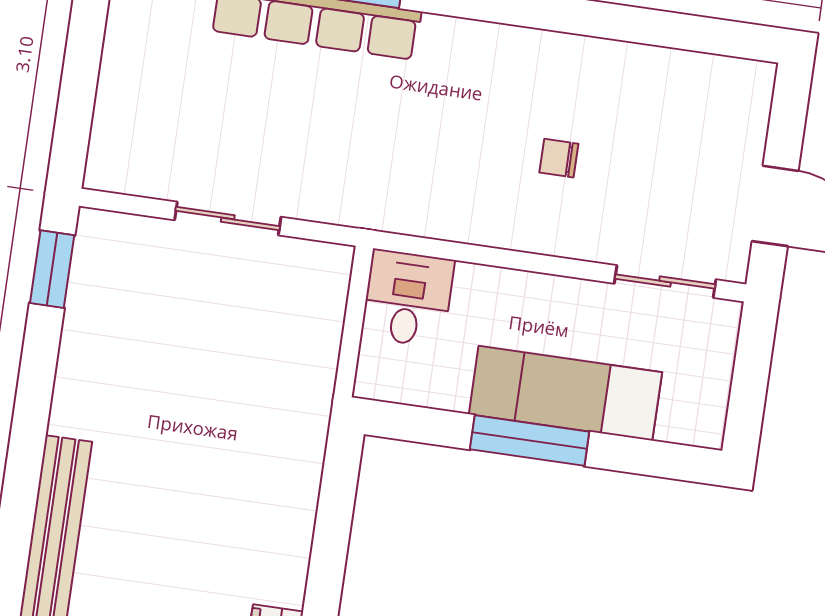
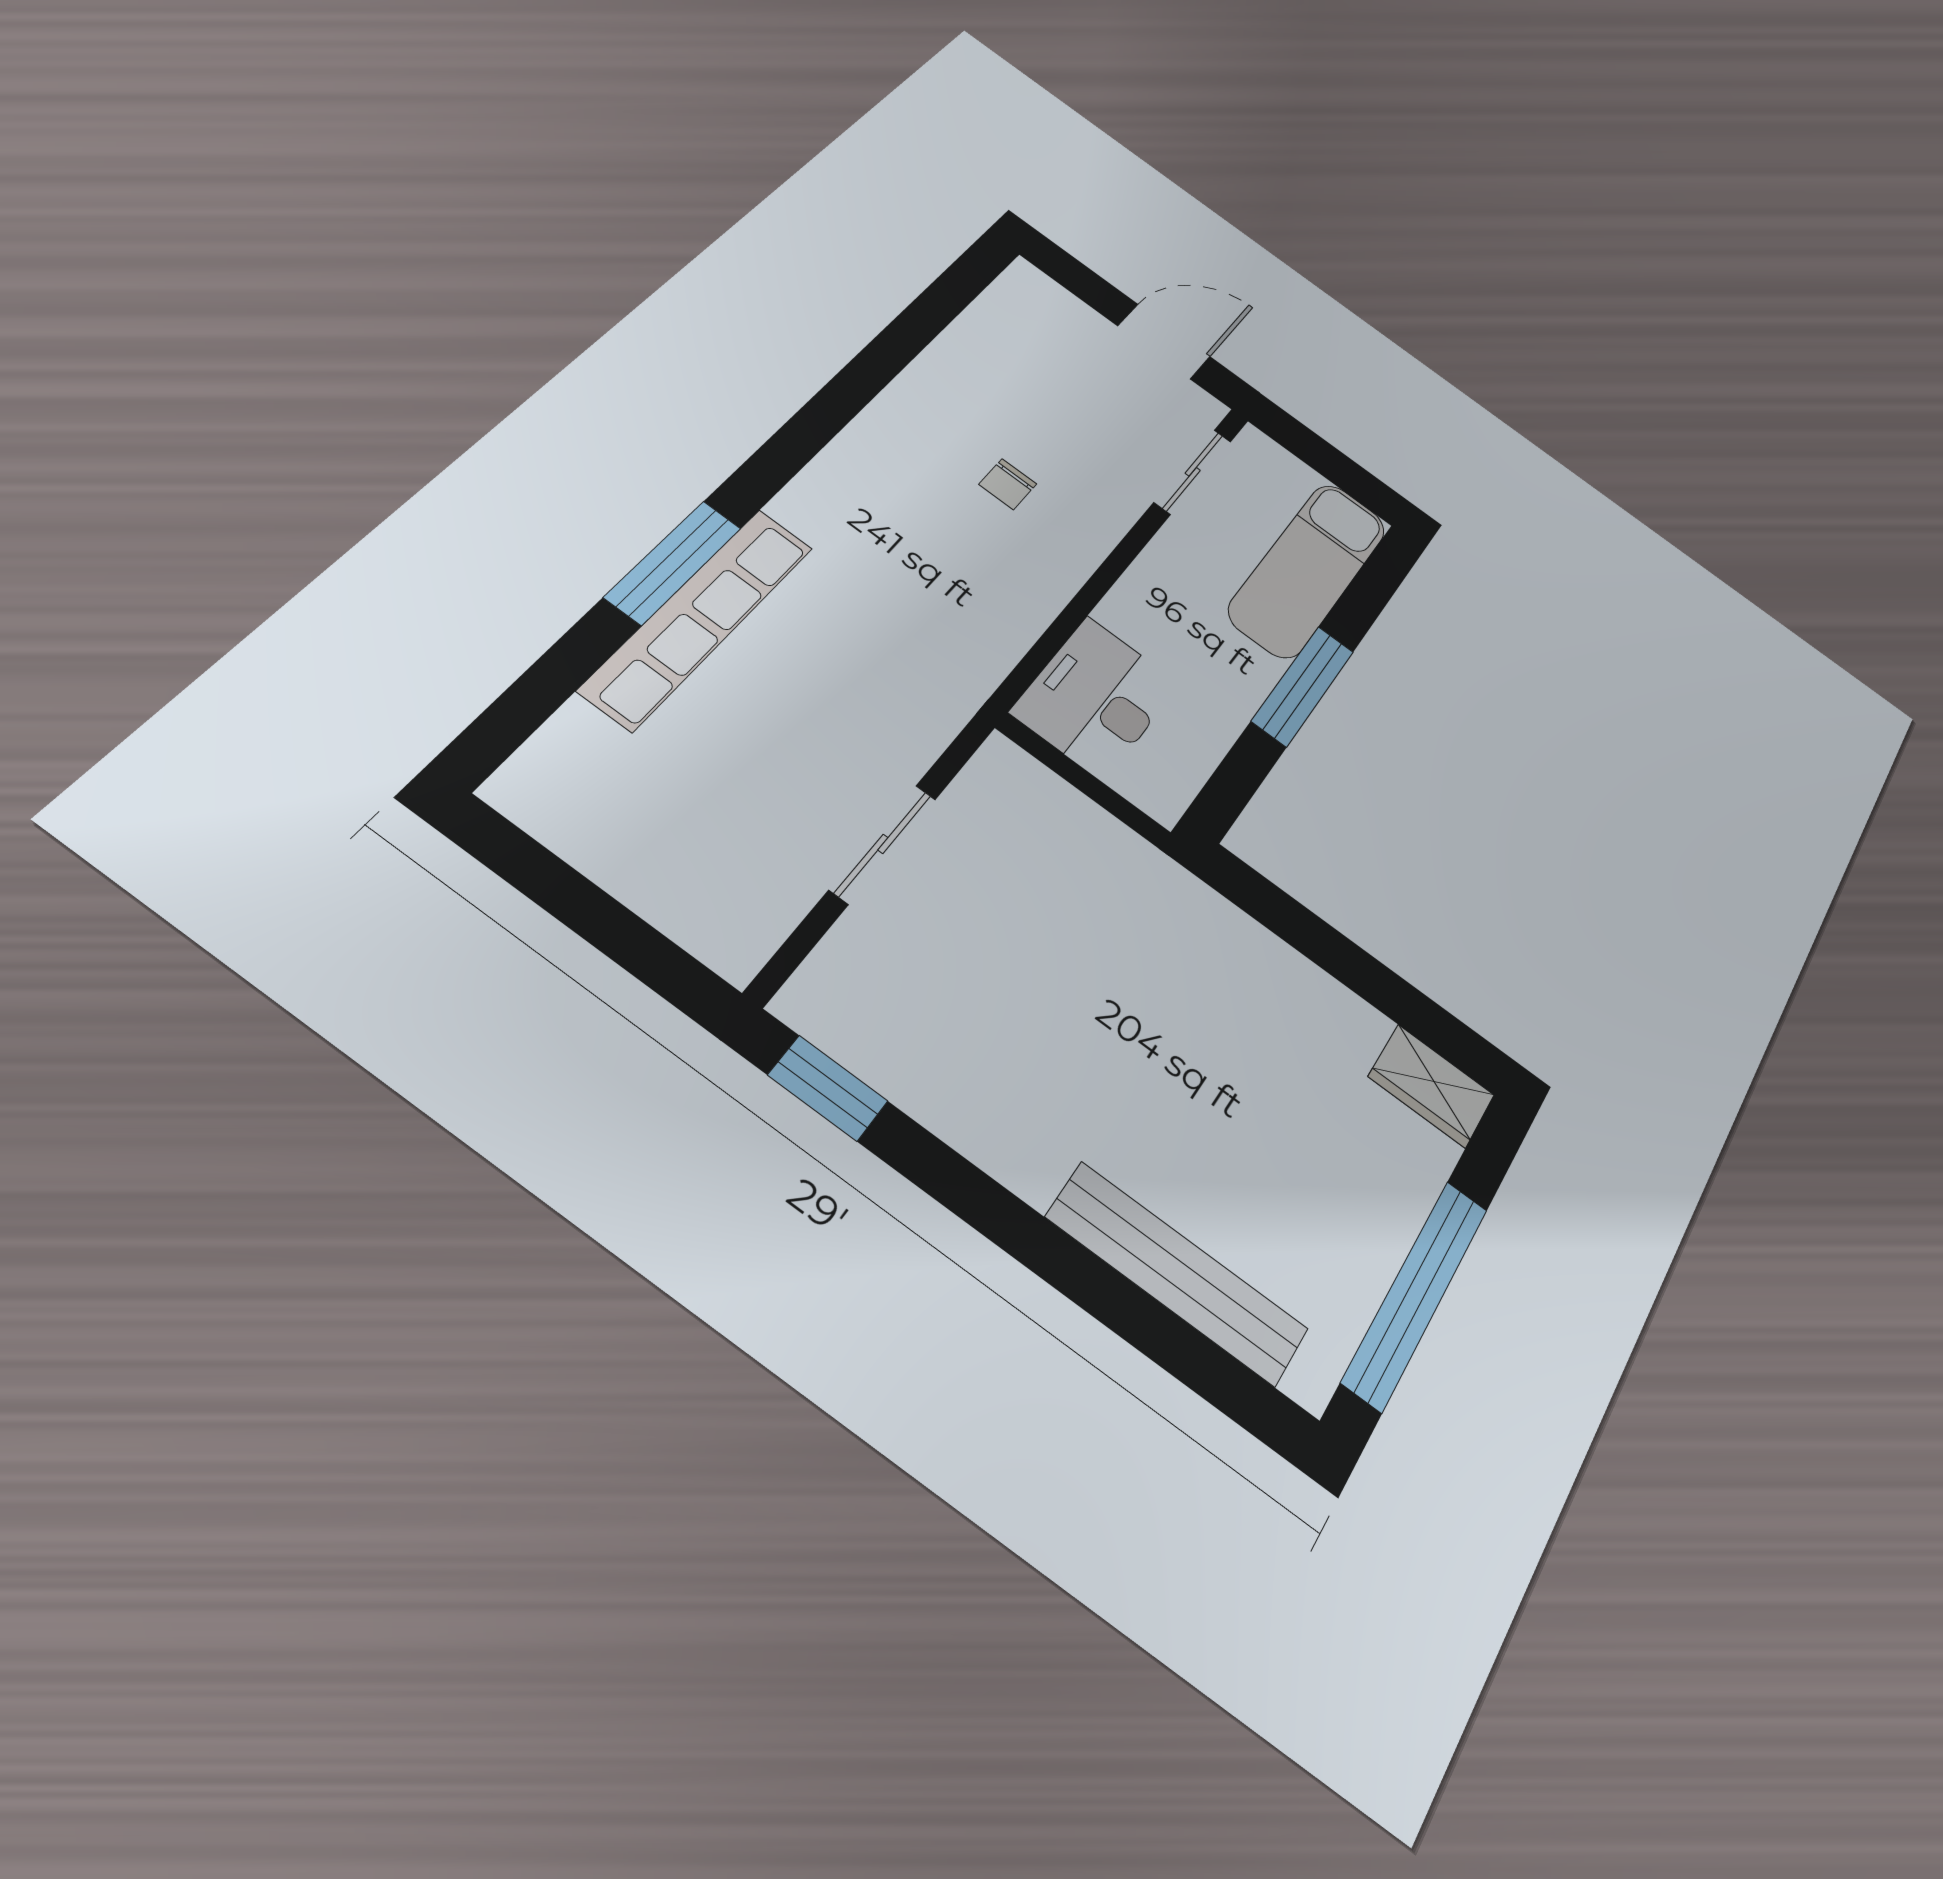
desk: (408, 298) -> (1096, 698), width x1.37
exam couch: (565, 393) -> (1308, 570), moved

